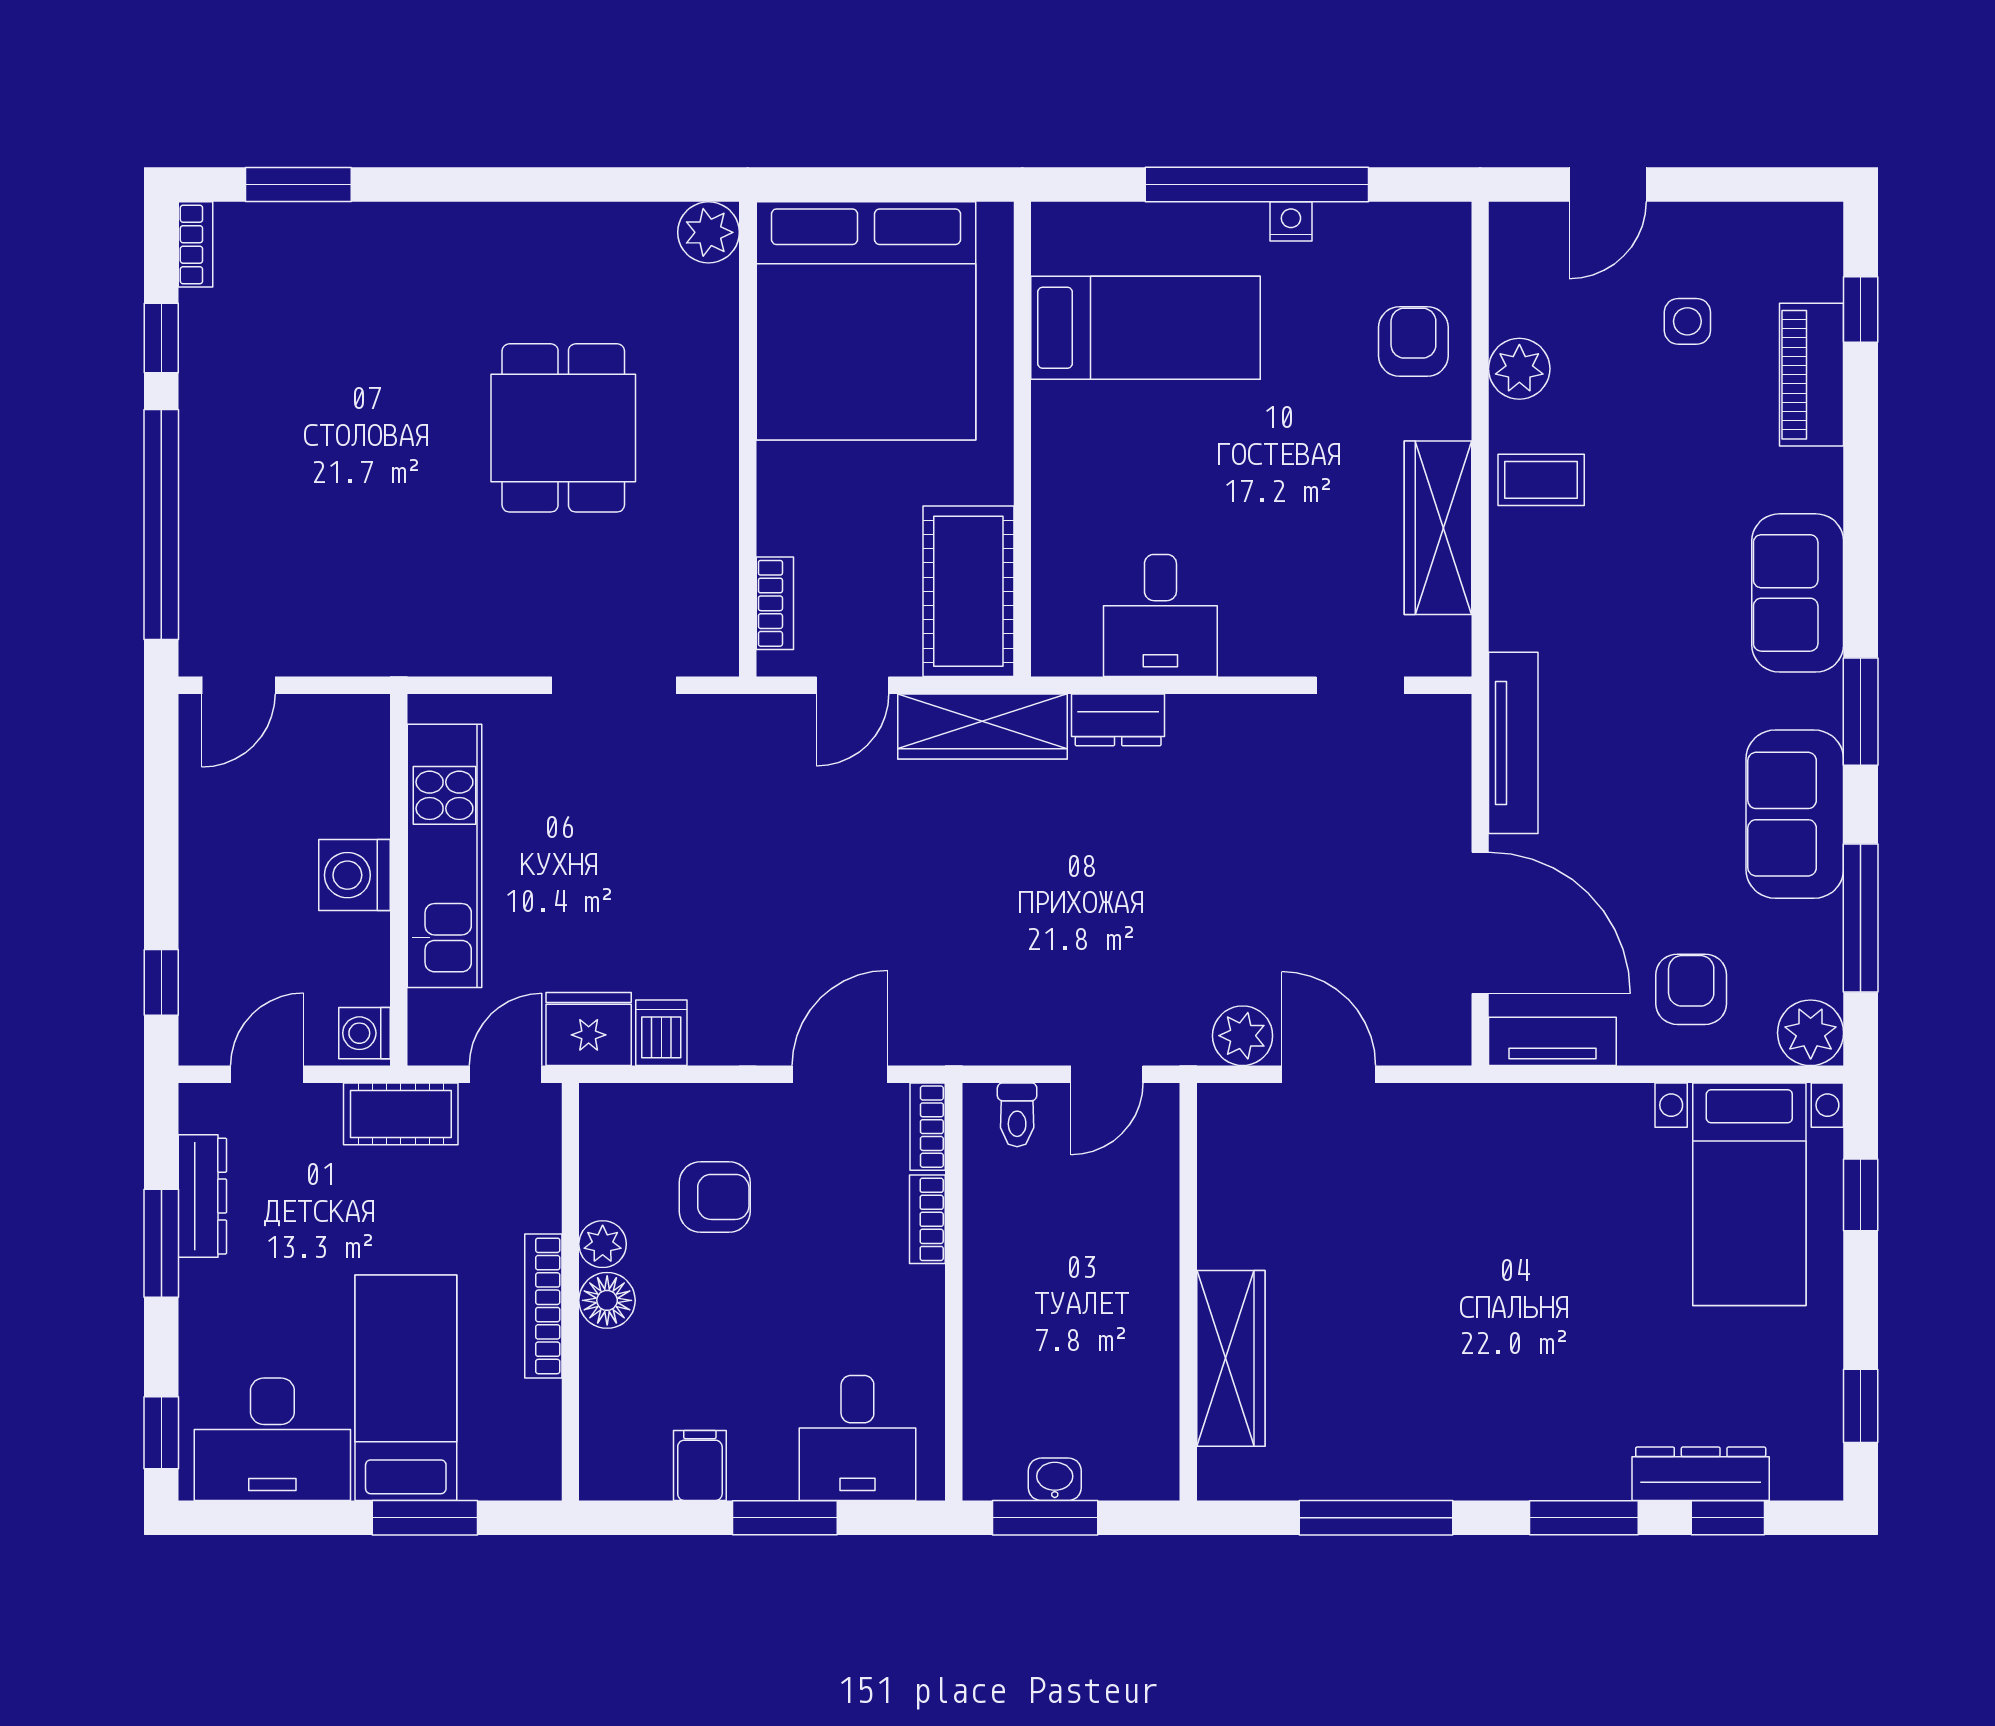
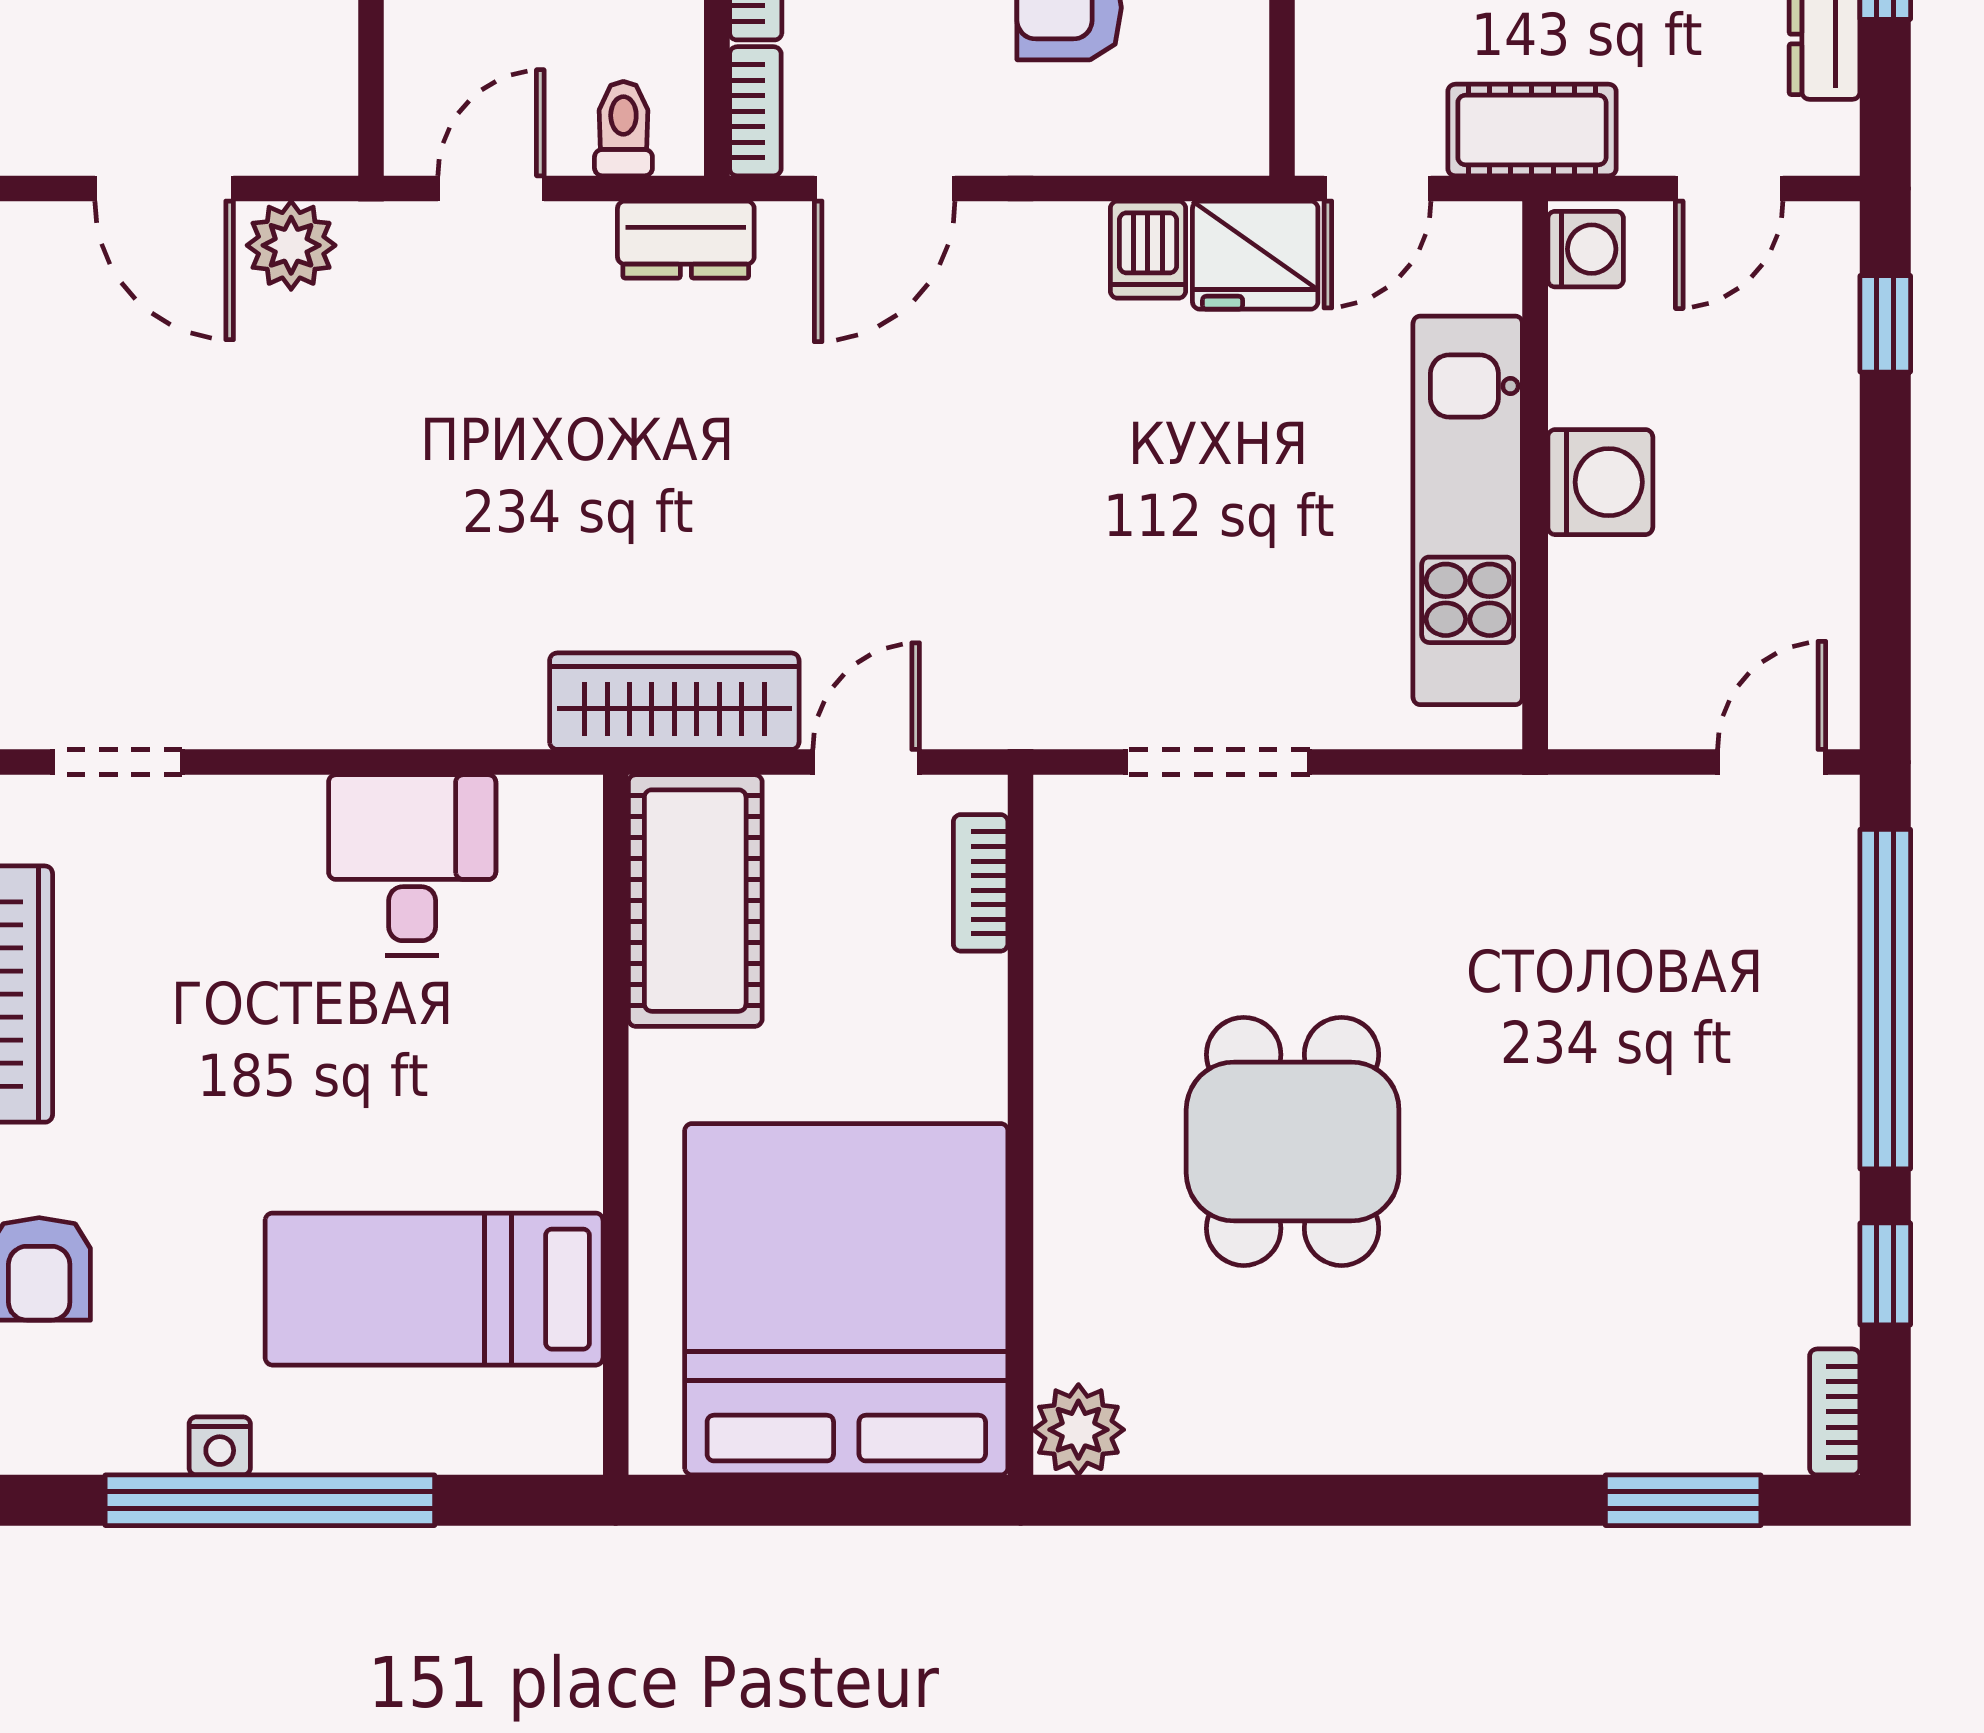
dresser: (1118, 720) -> (686, 240), moved, turned 180

